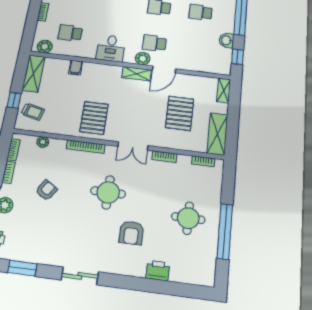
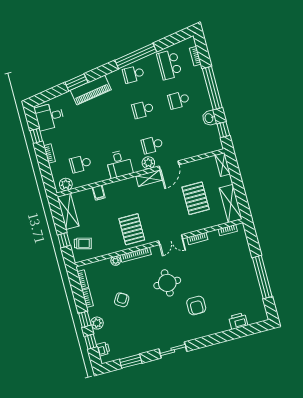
plant: (43, 142) -> (116, 261), moved
round table: (188, 218) -> (233, 278), removed
printer: (158, 271) -> (238, 321), moved

